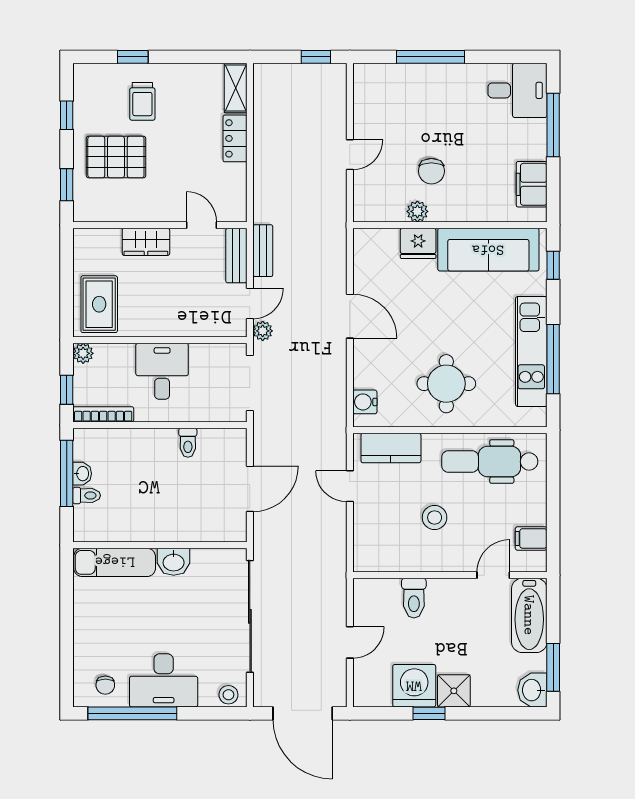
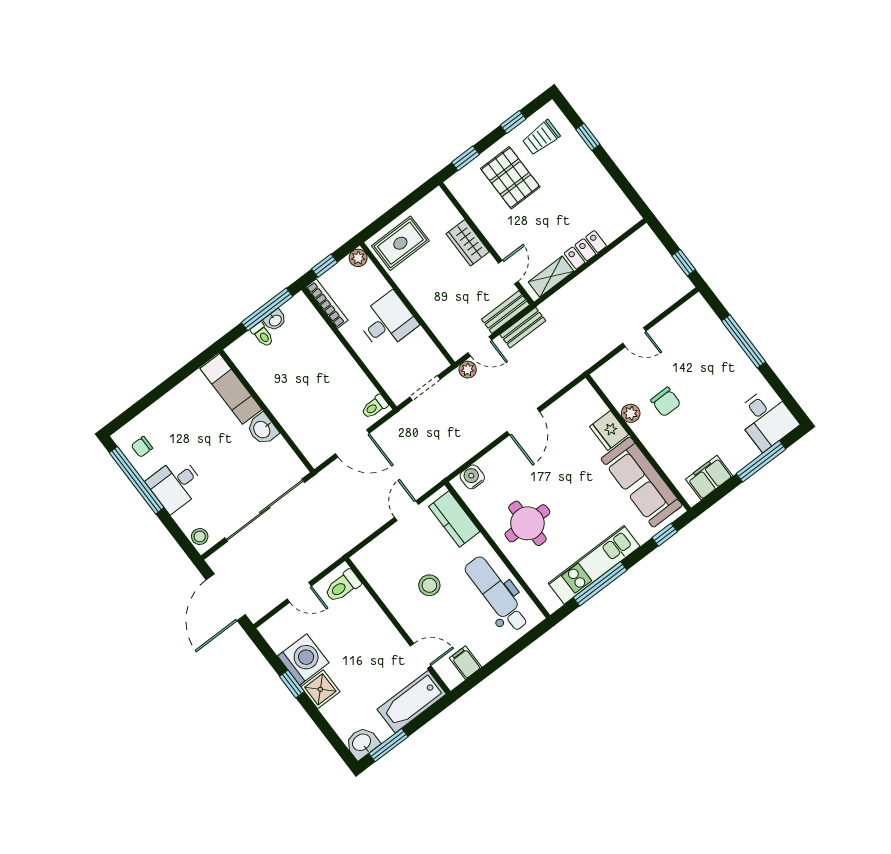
shelving: (236, 88) -> (551, 277), moved
trolley: (142, 101) -> (541, 138), moved
chair: (431, 171) -> (666, 402), turned -90
doorway: (250, 383) -> (425, 388), width x0.73
toilet: (188, 443) -> (374, 407), moved
toilet: (414, 598) -> (343, 586), moved
desk: (164, 680) -> (176, 484), width x0.73

